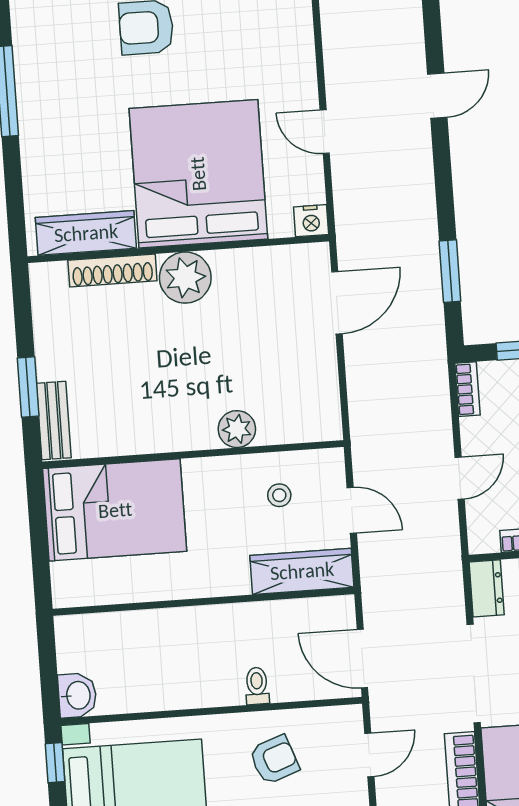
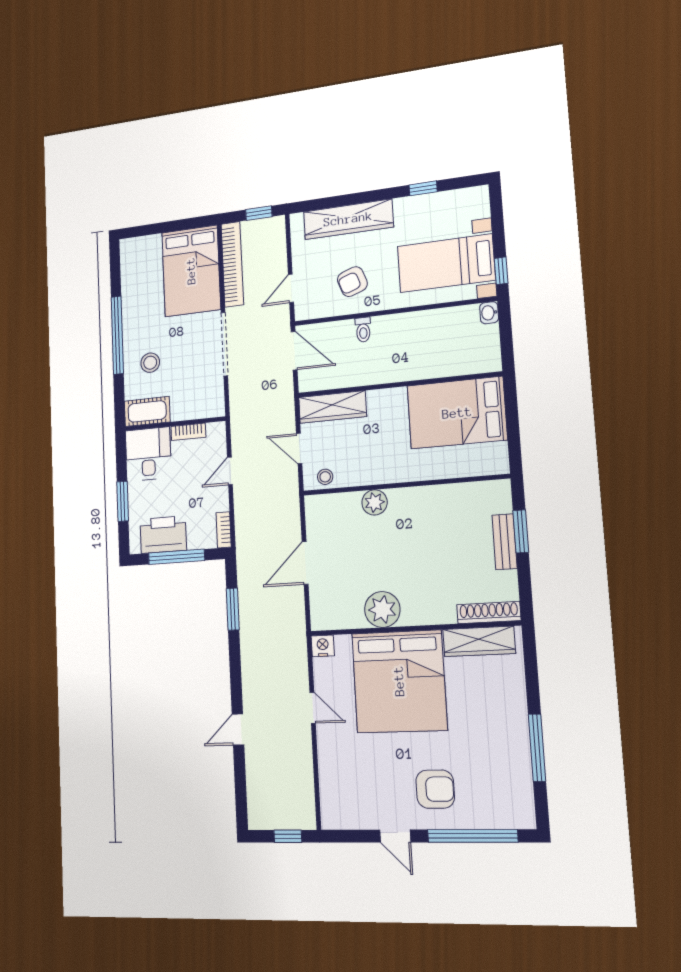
shoe rack: (112, 271) -> (489, 613), moved
plant: (185, 278) -> (382, 609), moved
door: (337, 303) -> (305, 563), moved
bench: (54, 420) -> (505, 542), moved
stool: (279, 495) -> (325, 477), moved
bed: (115, 510) -> (457, 413), moved
dresser: (487, 588) -> (215, 399), removed
washbasin: (77, 695) -> (489, 313), width x0.72, depth x0.69

